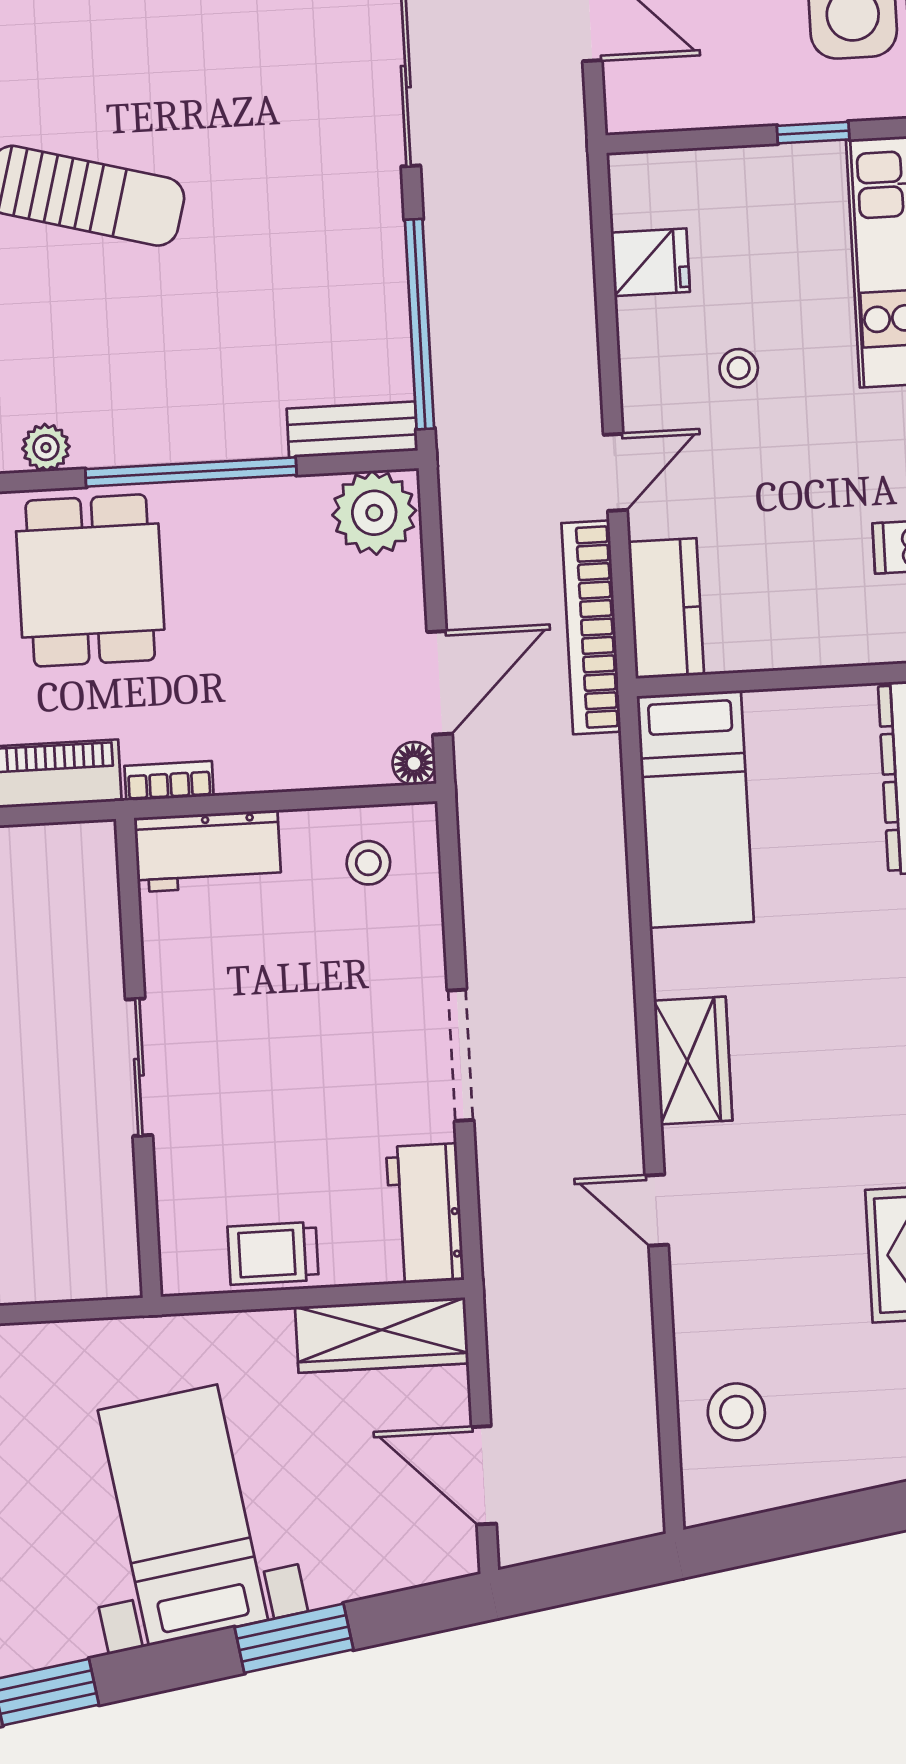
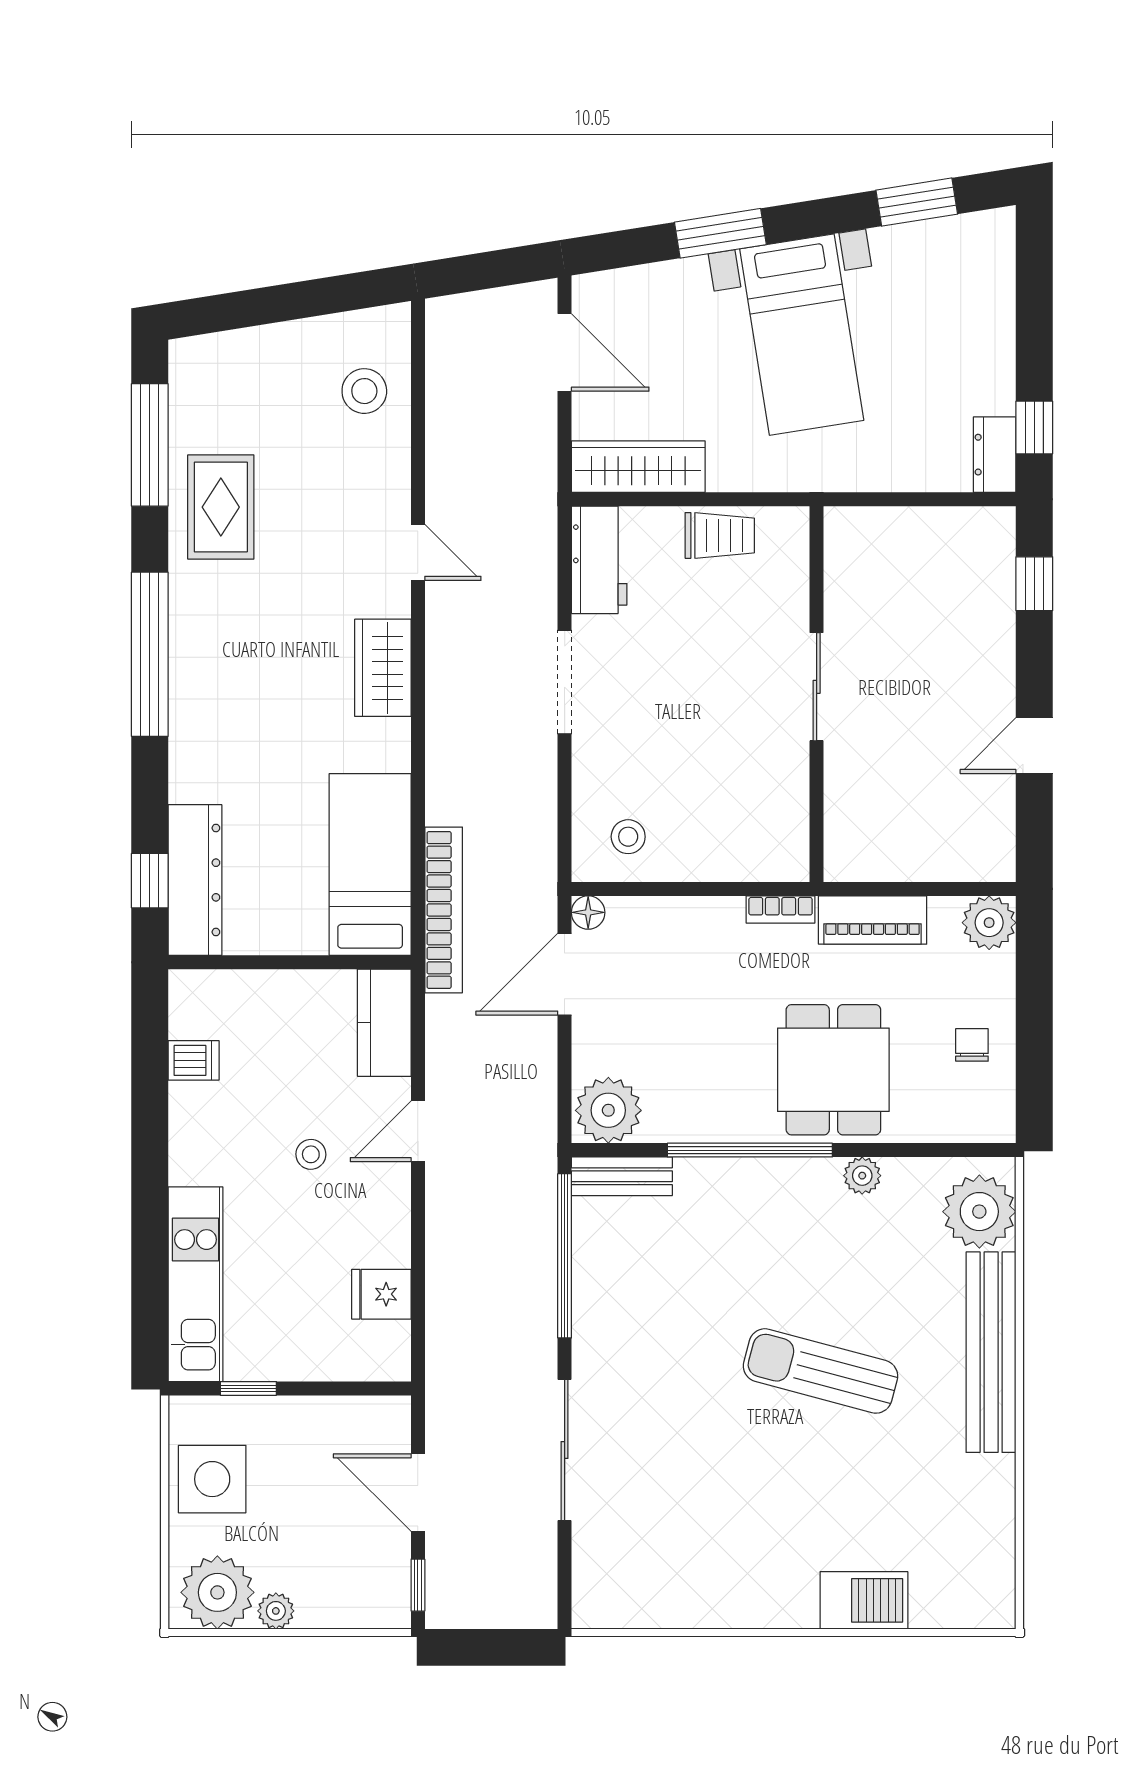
stool: (739, 368) -> (311, 1154), moved
bookcase: (591, 627) -> (444, 910), moved
workbench: (208, 851) -> (753, 853), removed

